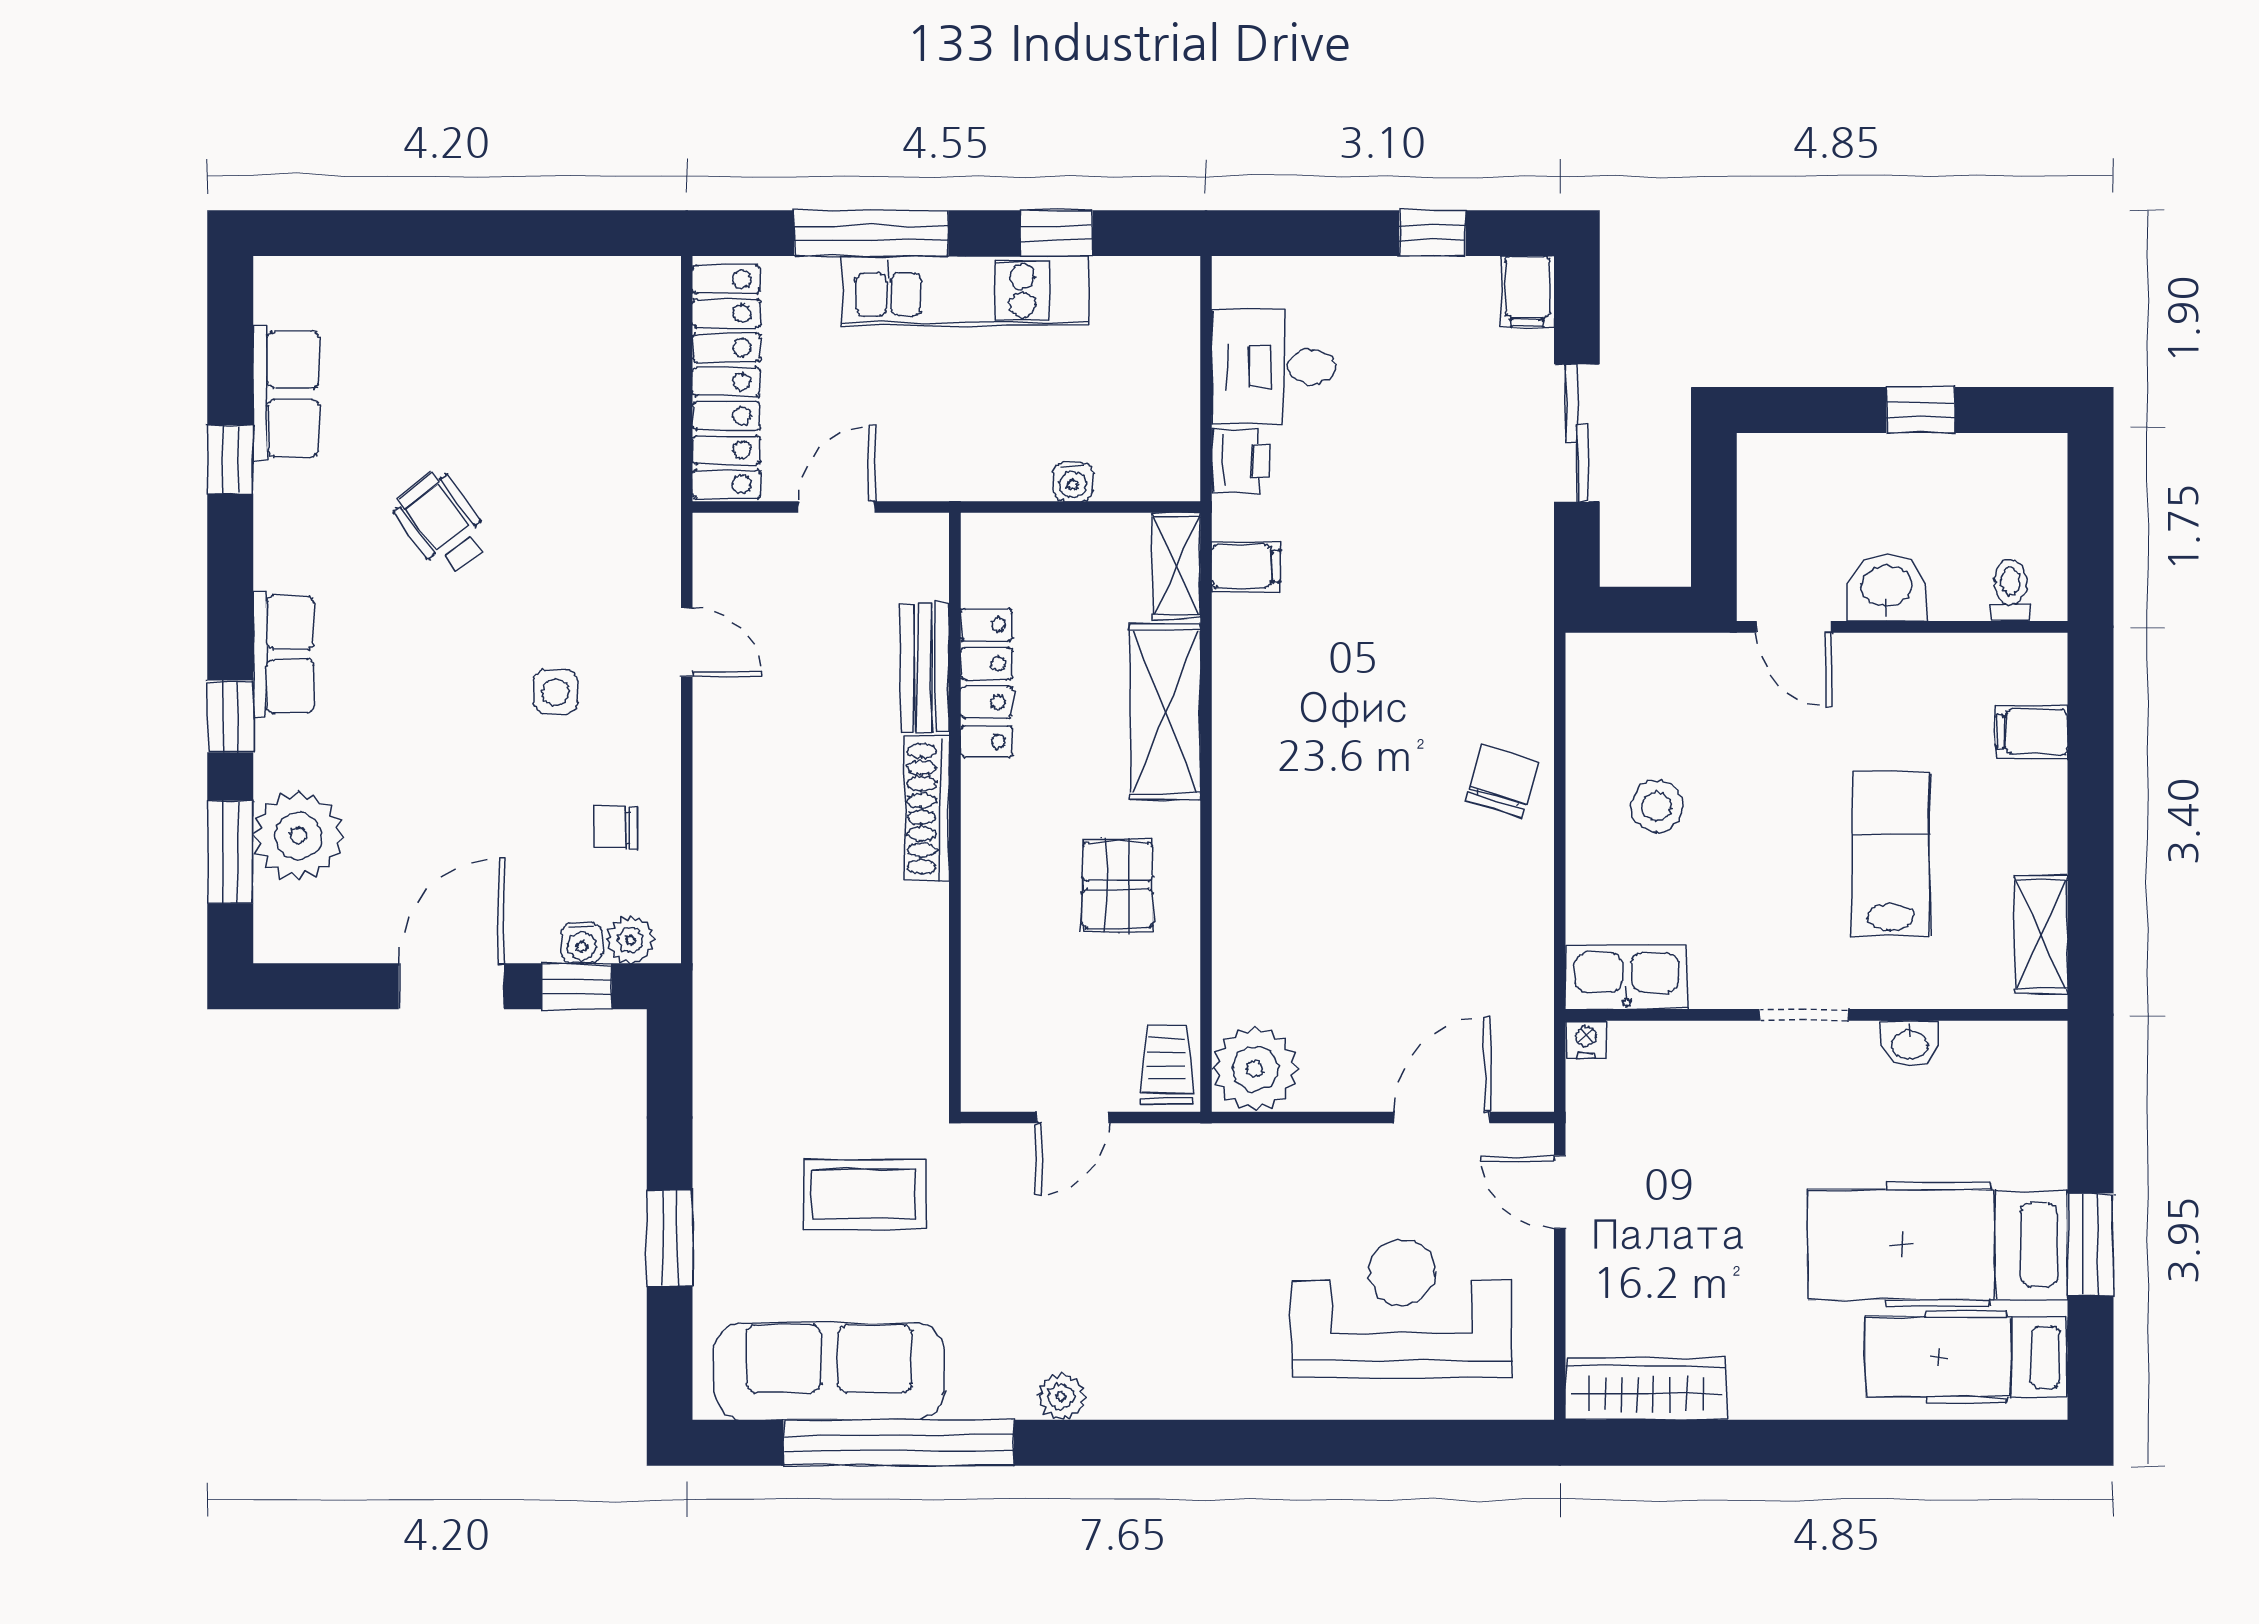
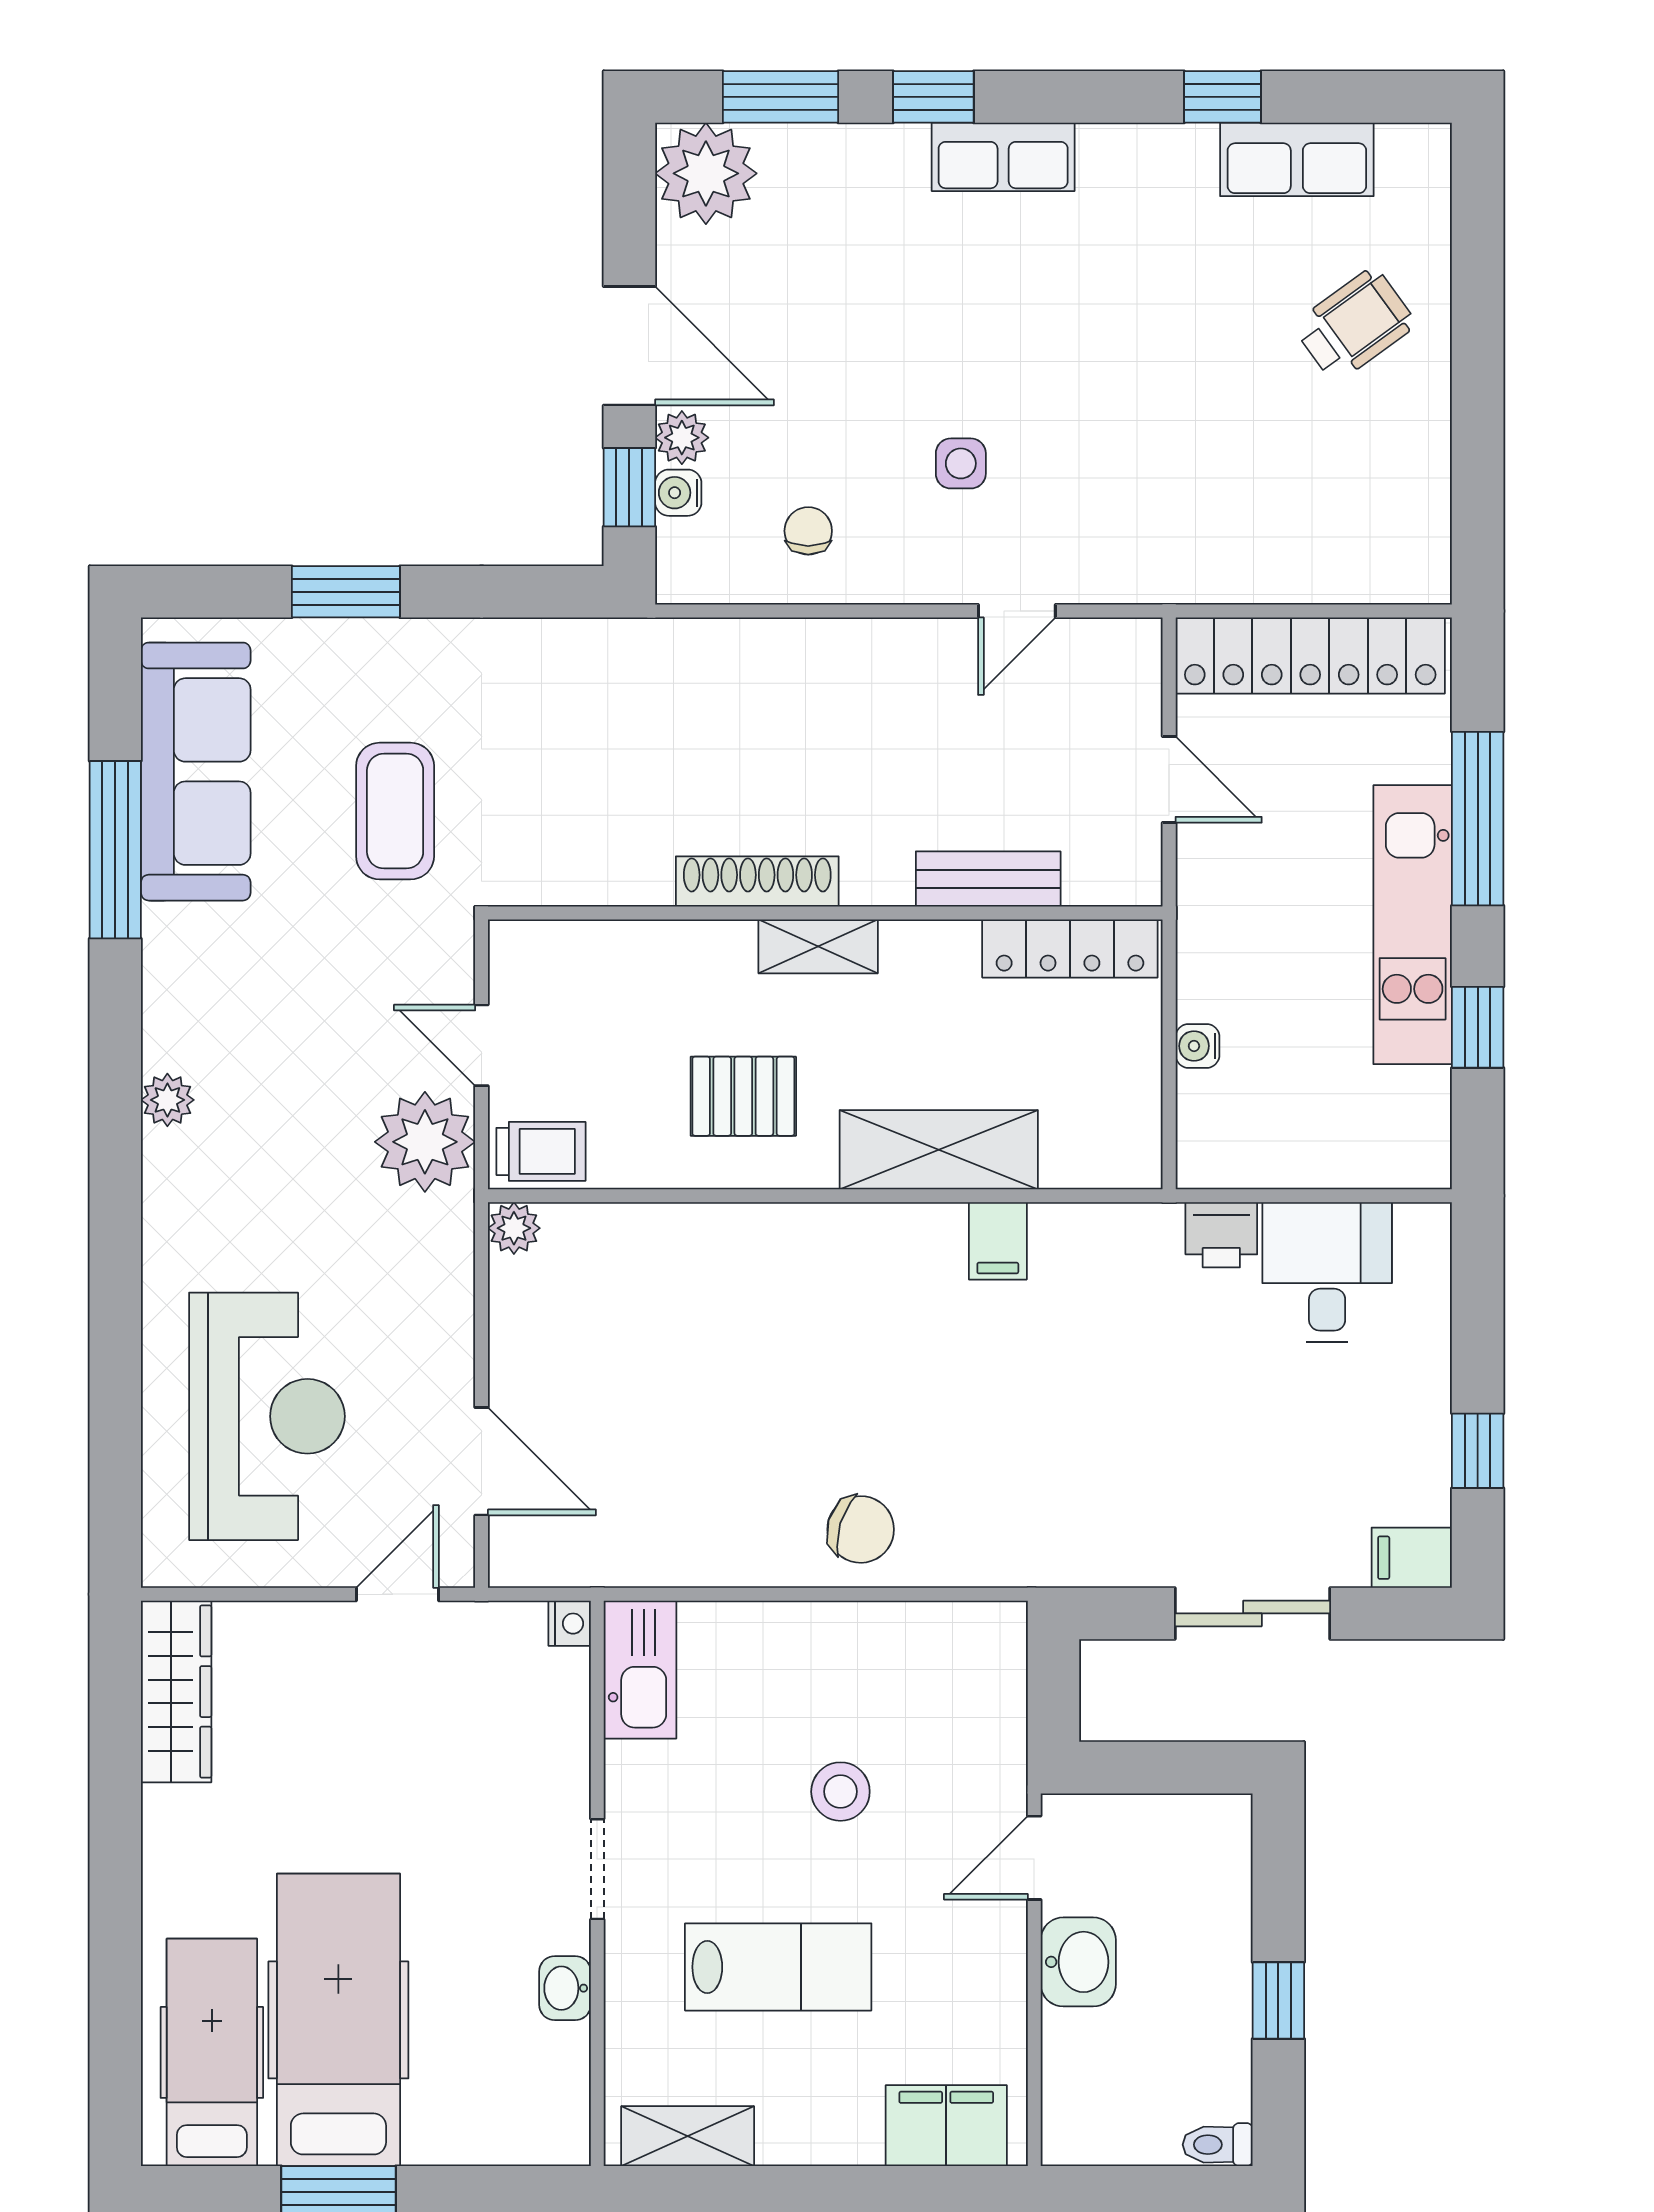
wheelchair: (442, 523) -> (1355, 325), moved
shelving: (1176, 566) -> (818, 946), moved
filing cabinet: (1246, 566) -> (998, 1241), moved
toilet: (2010, 590) -> (1218, 2145), moved, turned 180
locker: (986, 683) -> (1070, 949), moved
filing cabinet: (2032, 732) -> (946, 2126), width x2.00
stool: (1657, 806) -> (840, 1792), moved
shoe rack: (927, 809) -> (757, 881), moved
plant: (298, 836) -> (706, 173), moved
plant: (631, 940) -> (682, 438), moved
plant: (1255, 1069) -> (514, 1228), width x0.53, depth x0.53
plant: (1158, 1168) -> (425, 1142), added
plant: (1061, 1396) -> (167, 1100), moved
window: (899, 1443) -> (115, 850), width x0.68

